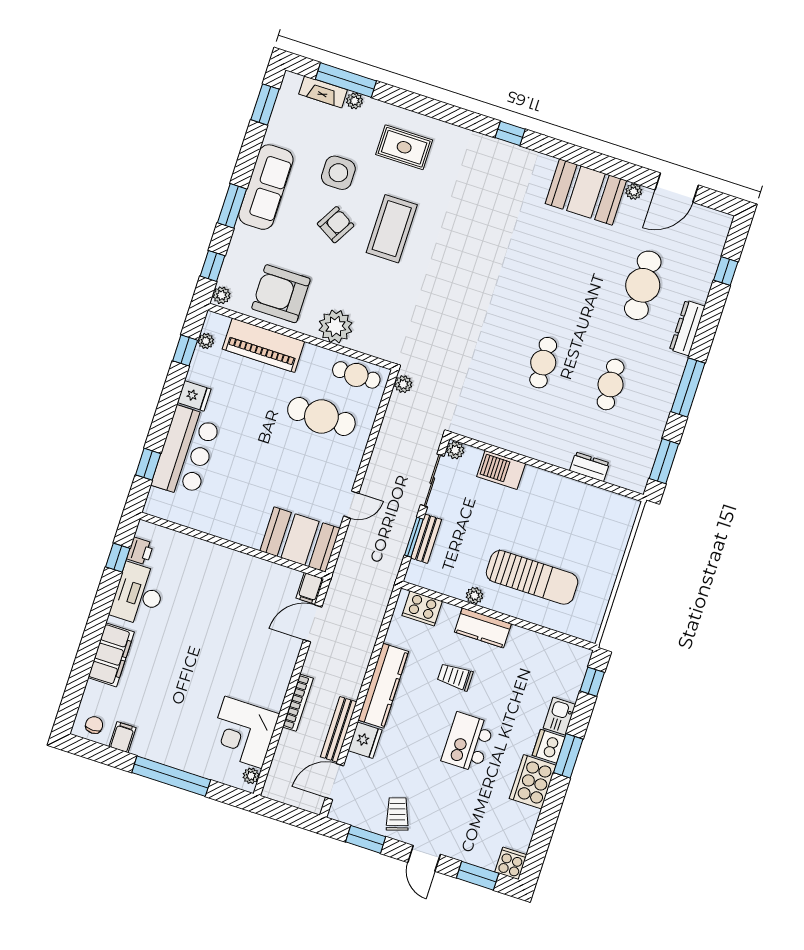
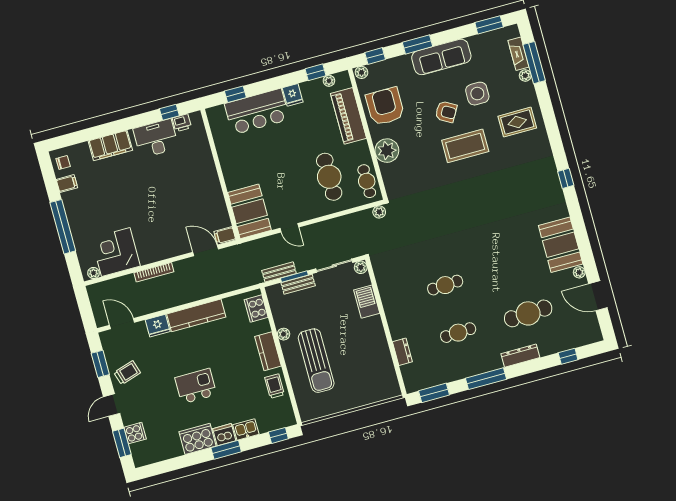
rug: (404, 147) -> (517, 122), turned 90
trolley: (455, 677) -> (275, 386), moved
bench: (339, 729) -> (279, 272), moved, width x0.73
cooker: (511, 863) -> (135, 433), moved

